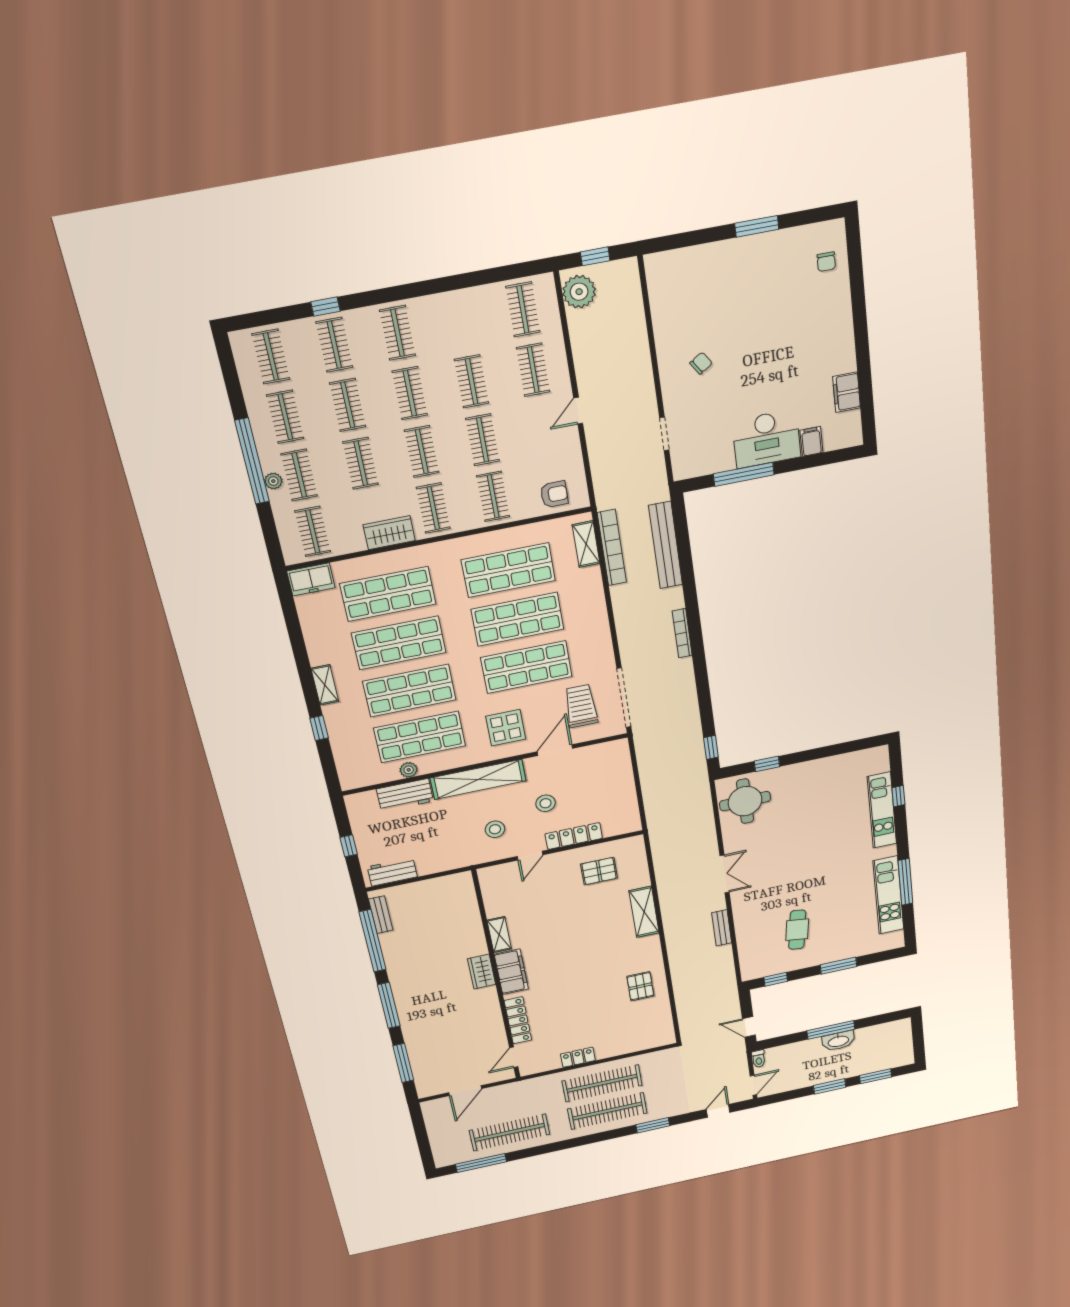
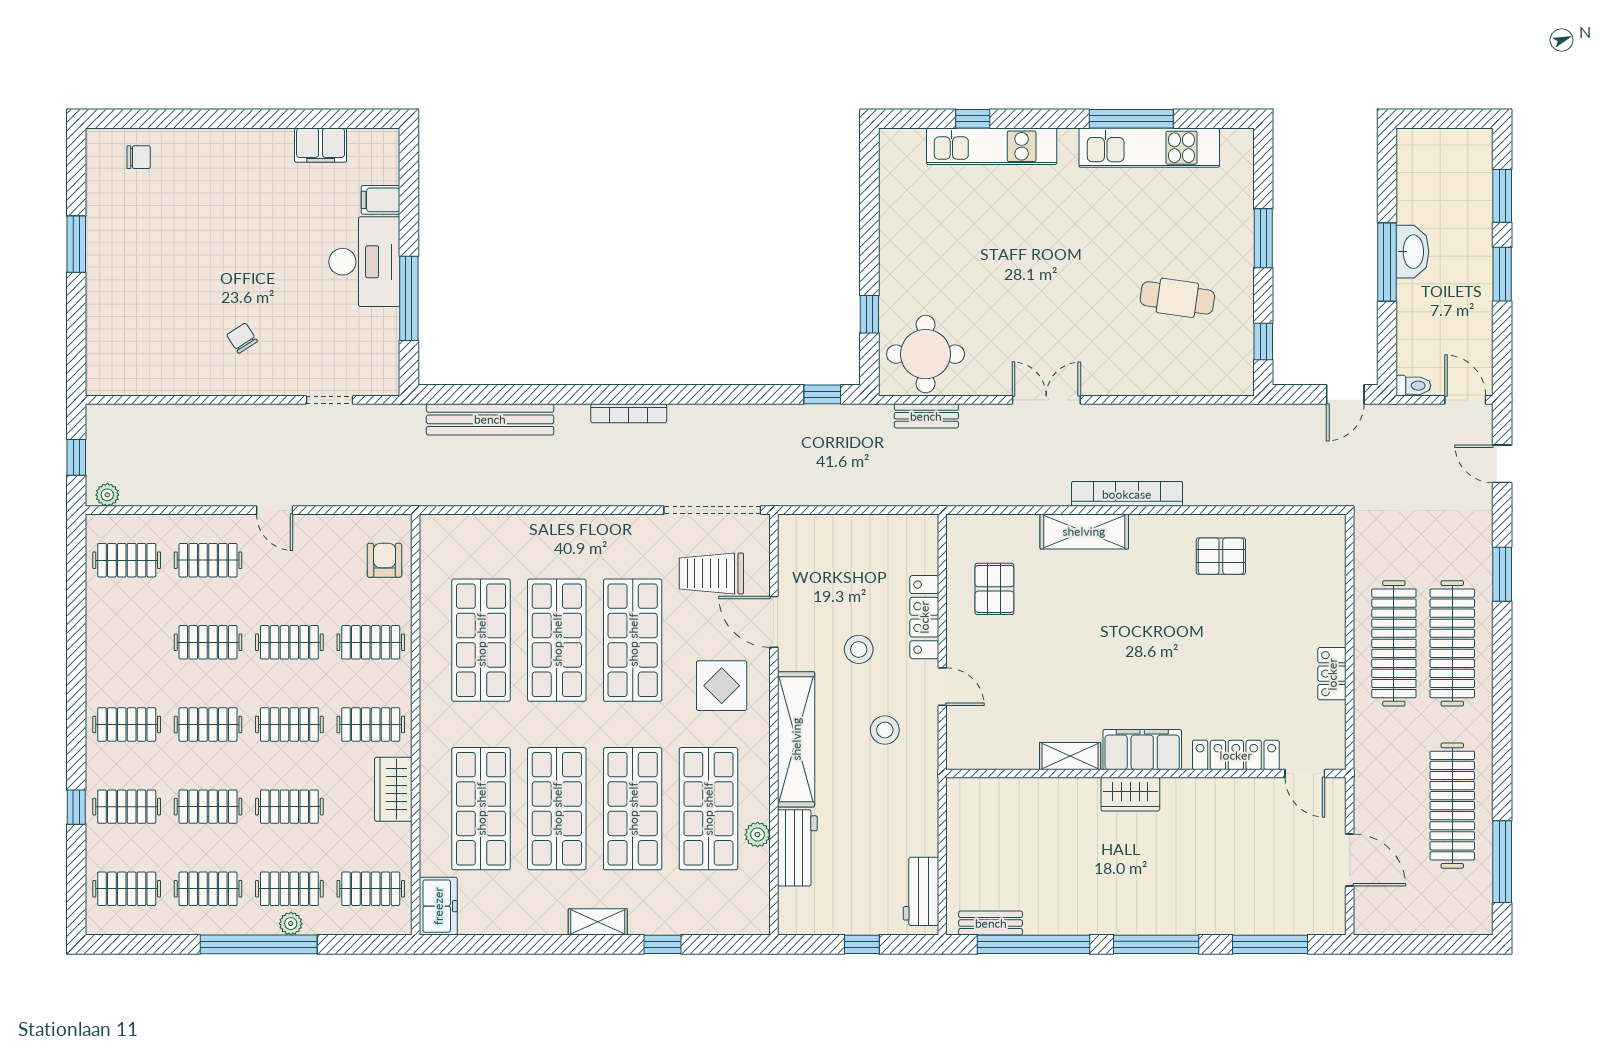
plant: (579, 292) -> (107, 495), width x0.53, depth x0.53
shelving: (586, 544) -> (465, 528), removed
bookcase: (612, 548) -> (1127, 494), moved
bench: (722, 928) -> (926, 416), moved

